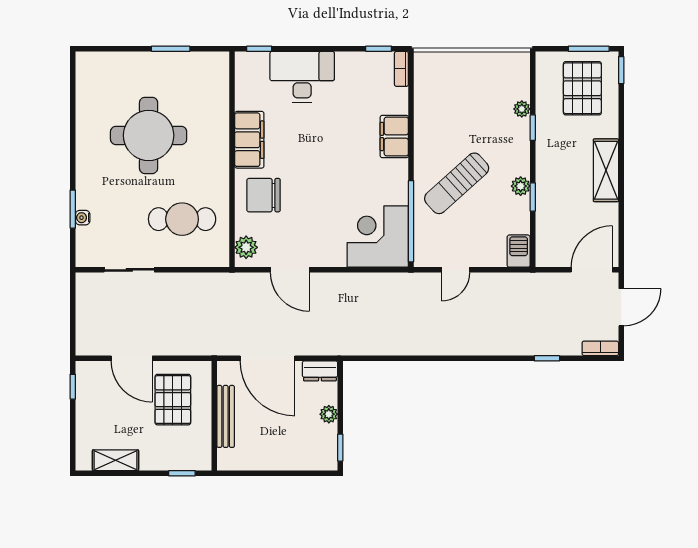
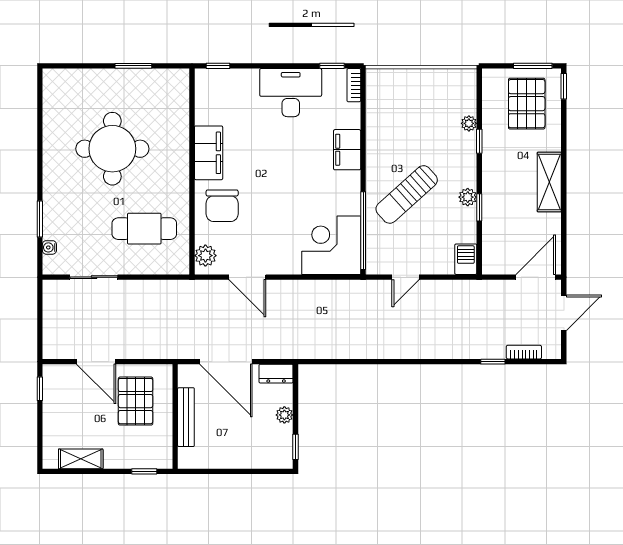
desk: (302, 77) -> (291, 93), moved
chair: (263, 195) -> (222, 206), turned -90
water cooler: (83, 218) -> (49, 247), moved
bookcase: (600, 348) -> (524, 352), moved

